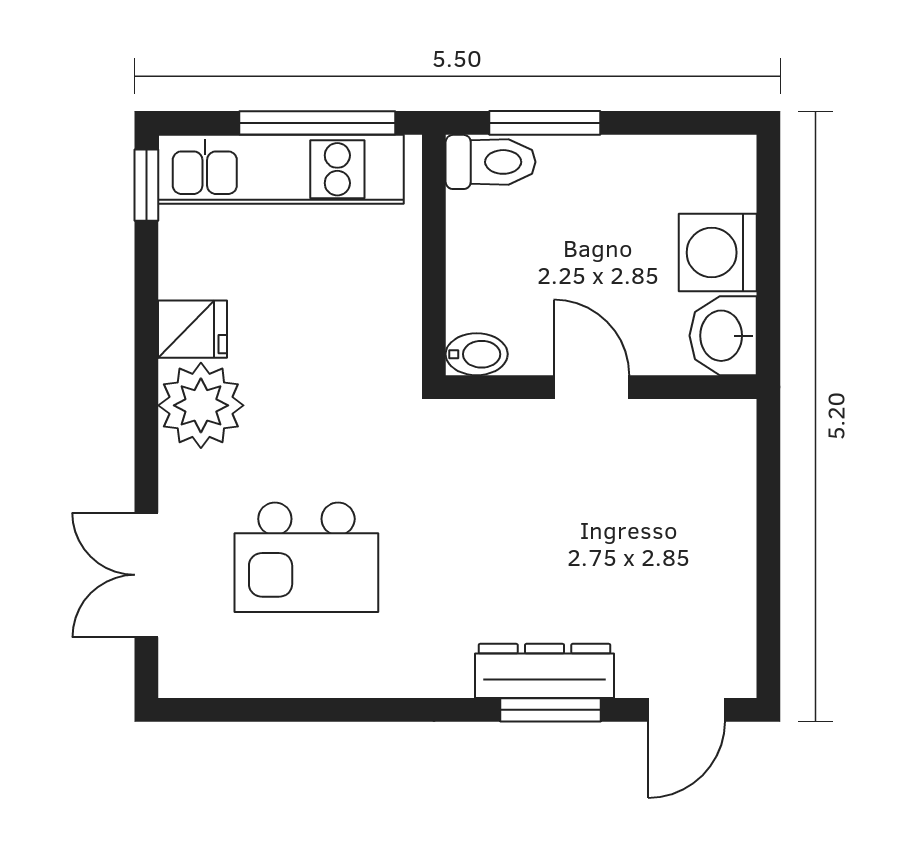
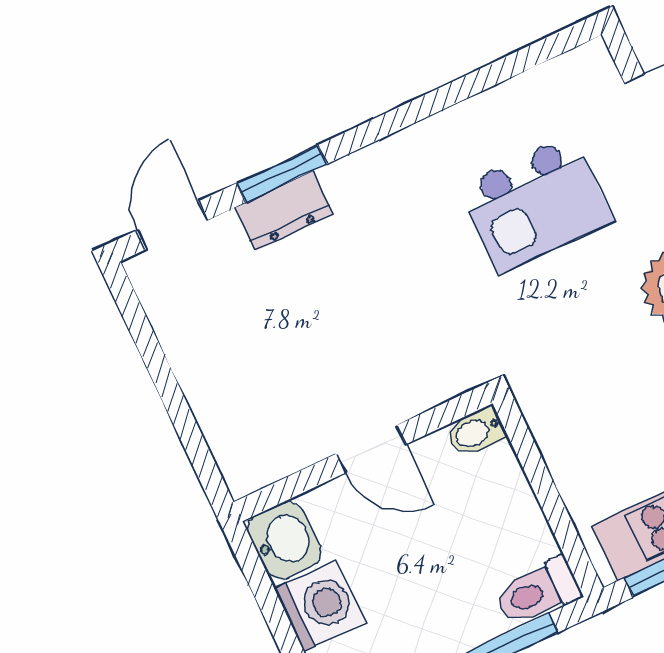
kitchen island: (306, 557) -> (536, 204), turned 180
dresser: (545, 671) -> (284, 211), width x0.70

